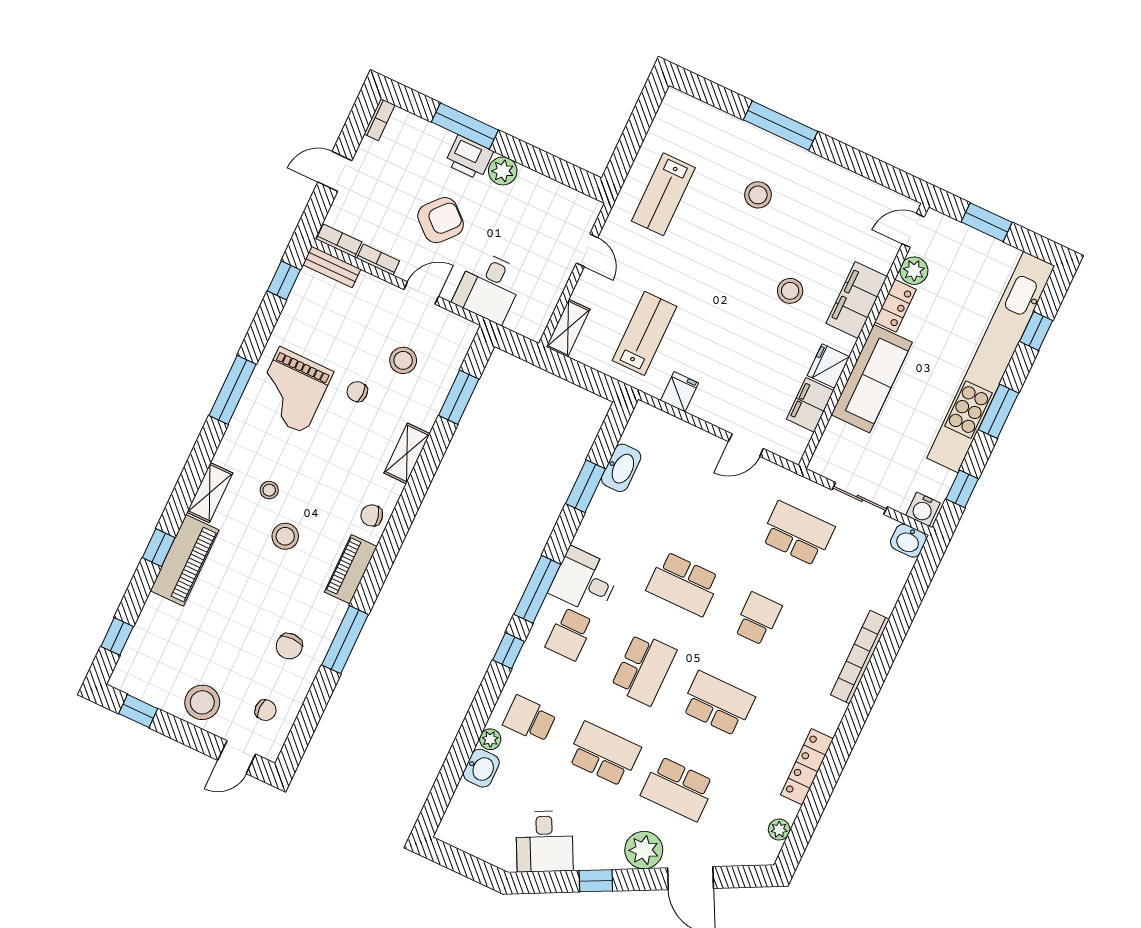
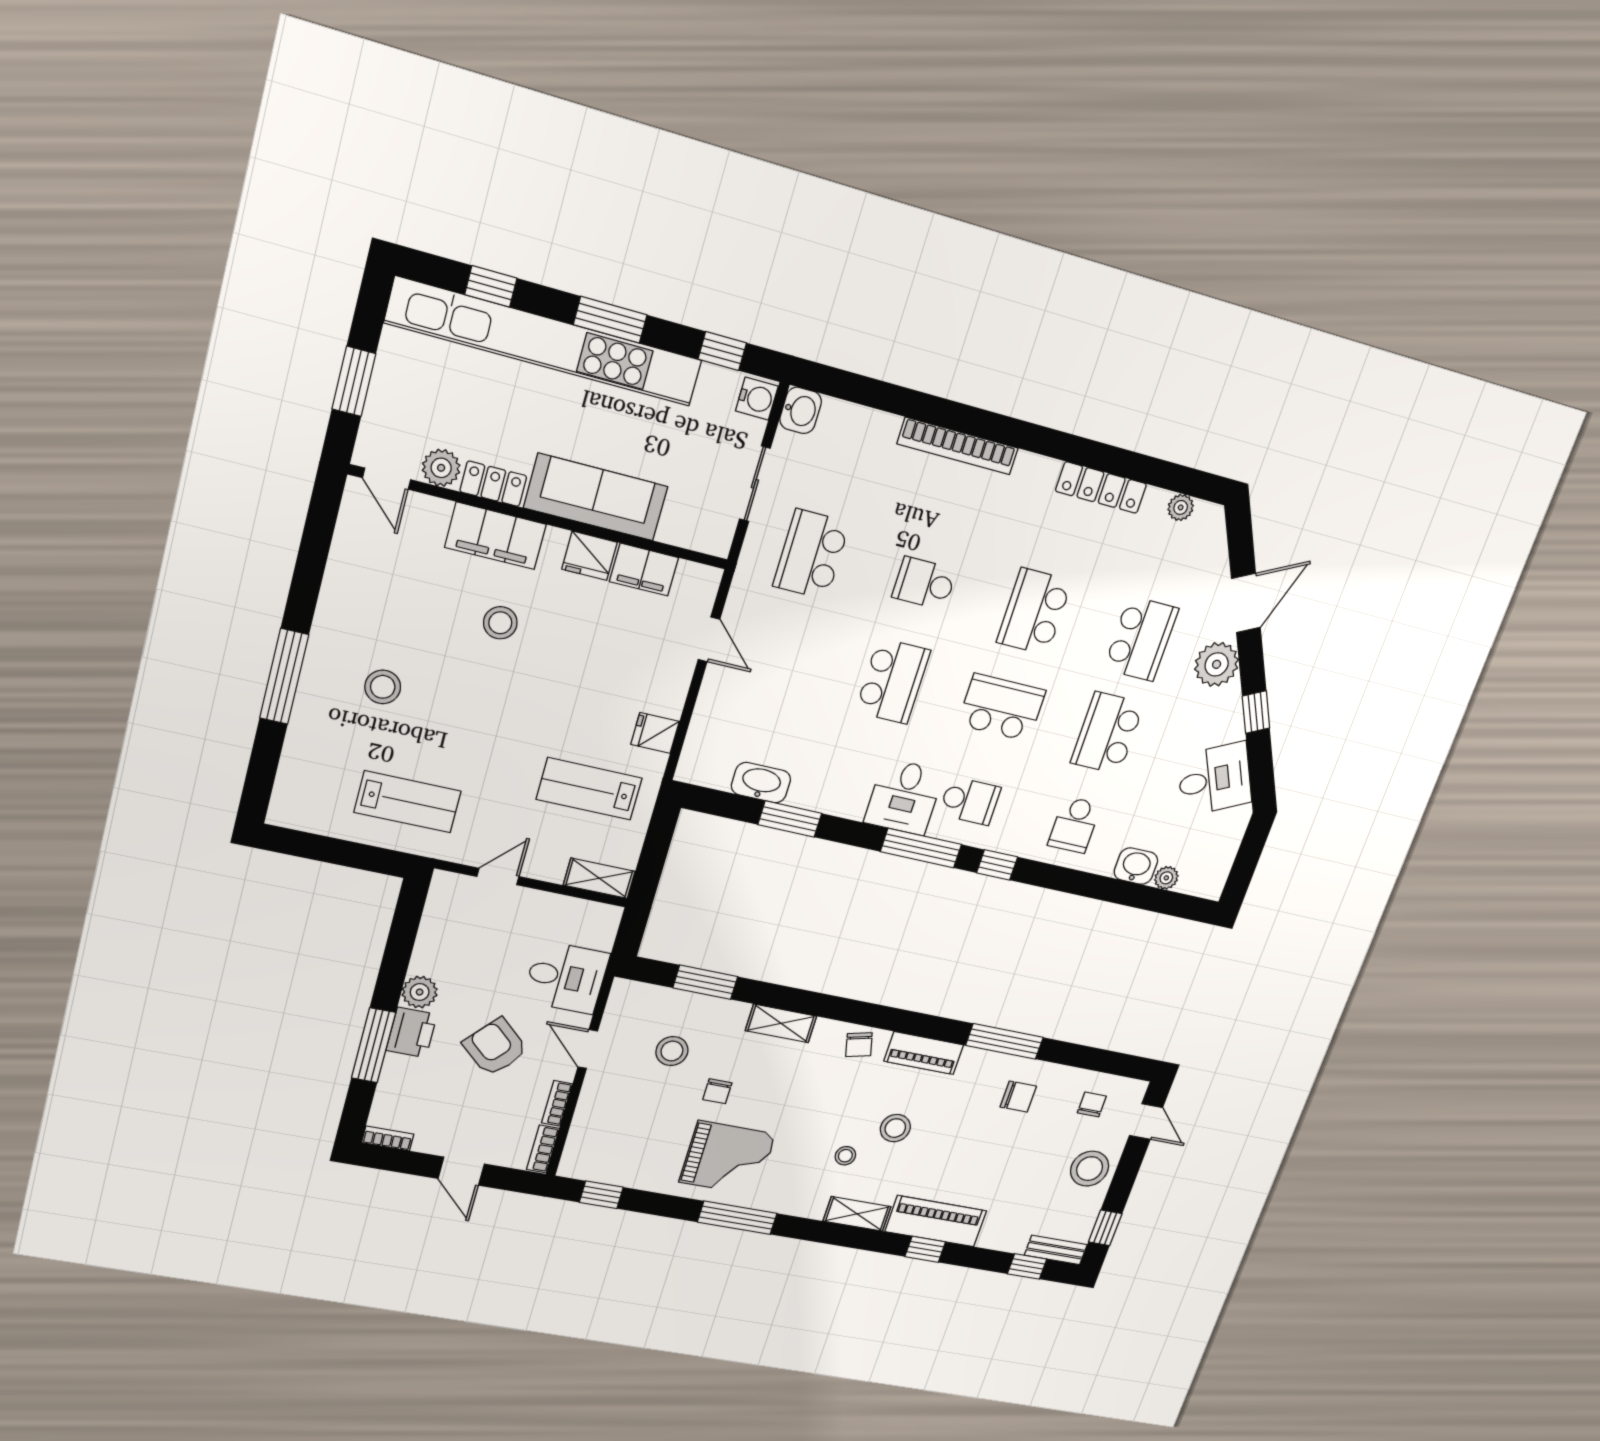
bench: (332, 267) -> (1056, 1250), moved, turned 90
plant: (490, 739) -> (1166, 878), moved

